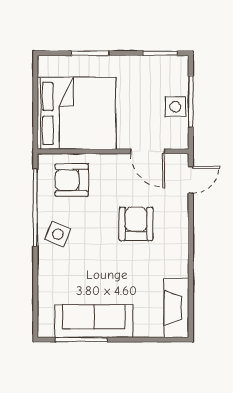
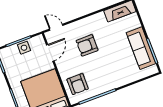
side table: (58, 234) -> (106, 81), removed

